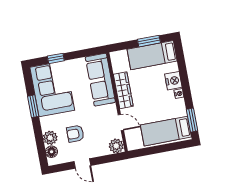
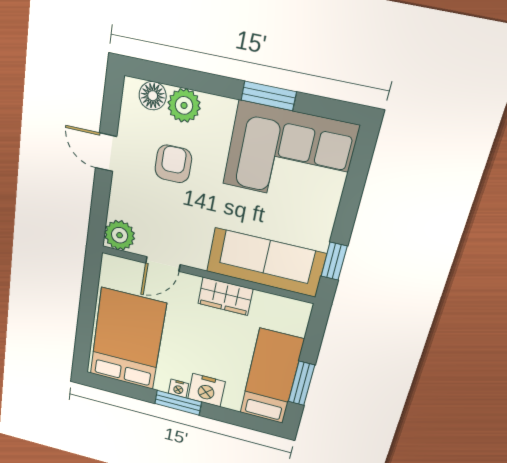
window: (56, 58) -> (334, 261), moved
wardrobe: (123, 90) -> (225, 296), width x0.67
window: (192, 120) -> (178, 403), moved
bed: (166, 131) -> (128, 339), width x1.50
door: (82, 164) -> (106, 152), hinge flipped

